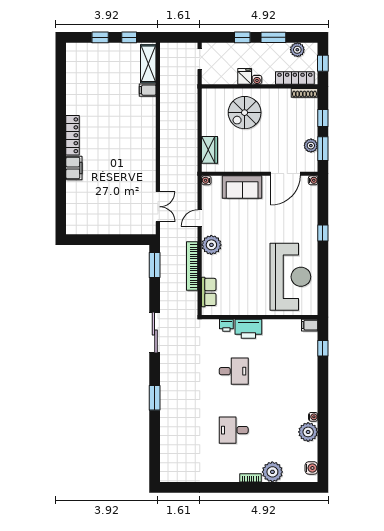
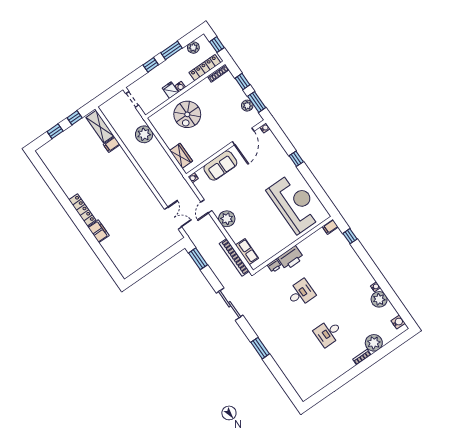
plant: (187, 102) -> (144, 134), added
bookcase: (192, 266) -> (234, 257), moved

